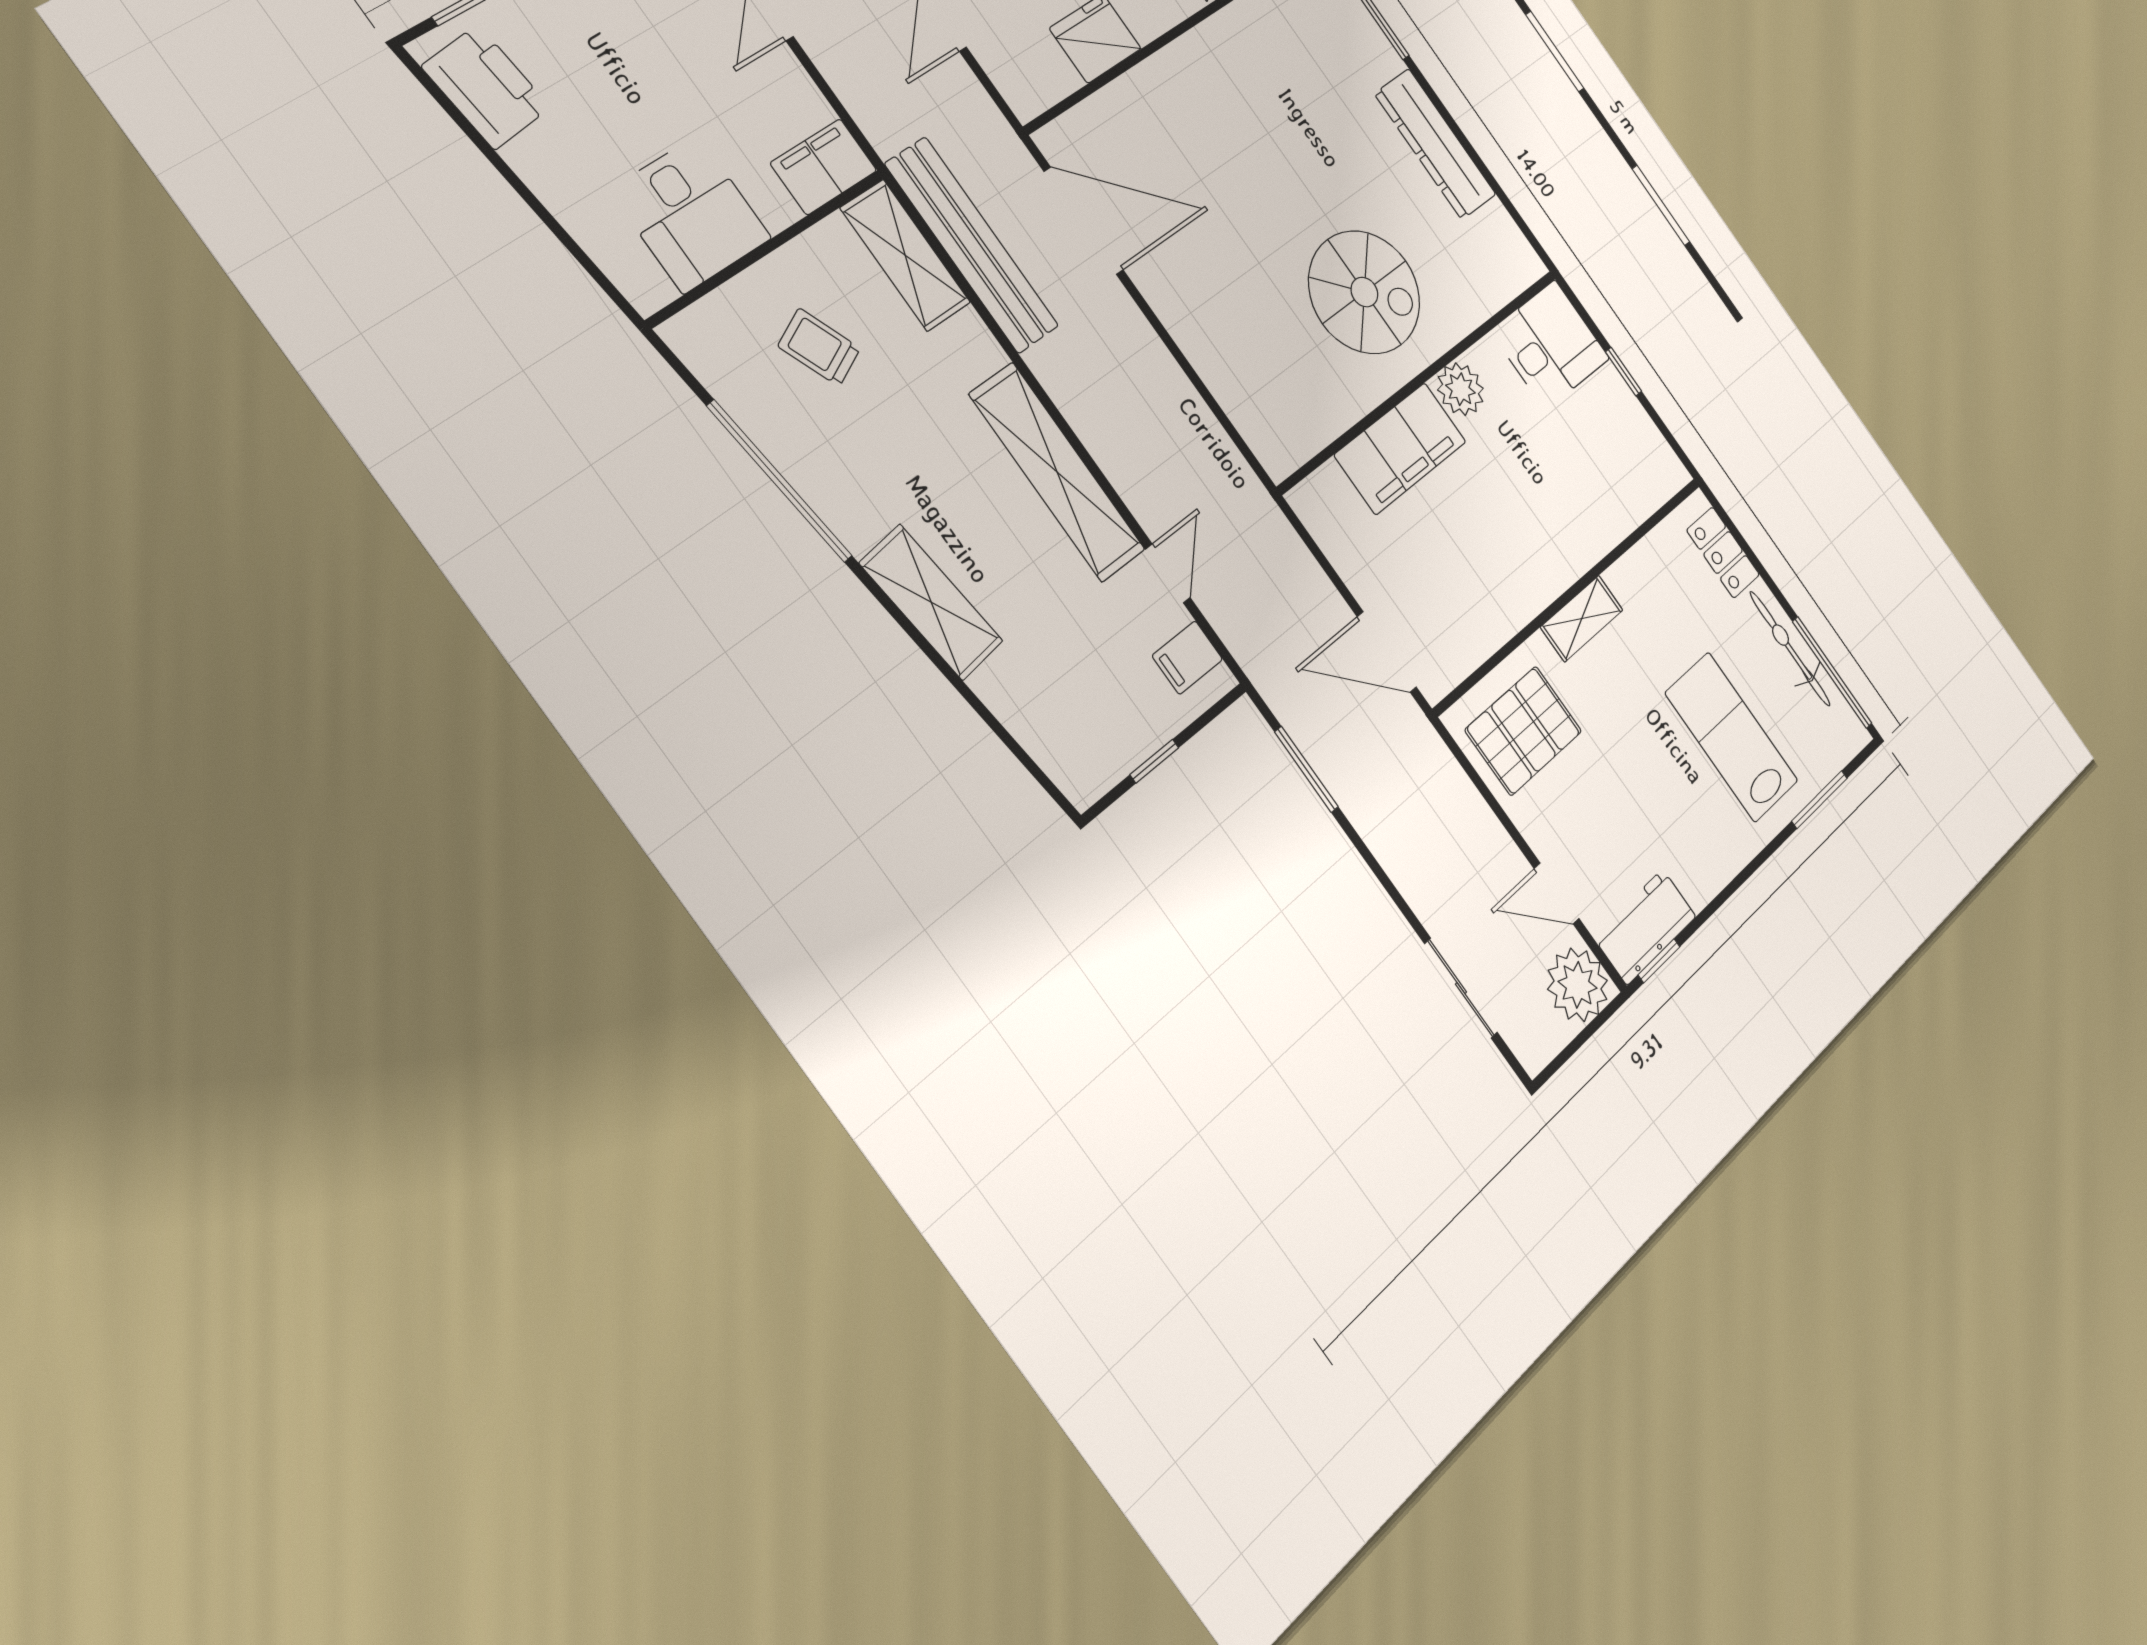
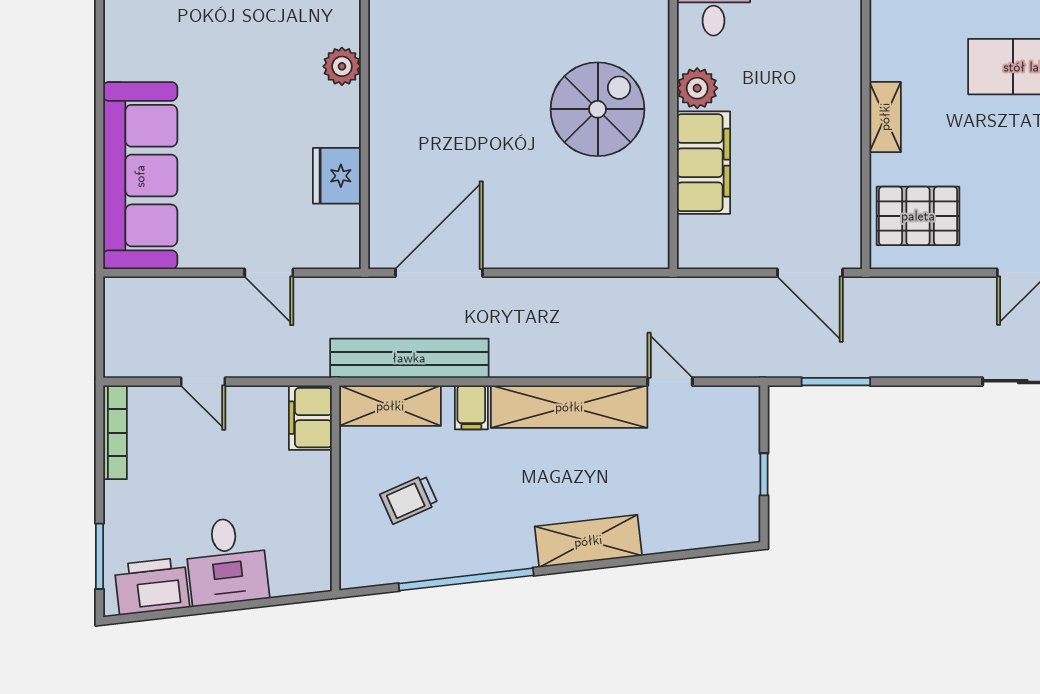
desk: (691, 214) -> (227, 561), moved, turned 83
door: (1387, 652) -> (810, 273), hinge flipped
filing cabinet: (1187, 658) -> (471, 407), moved
pallet: (1523, 731) -> (918, 216), turned 90

